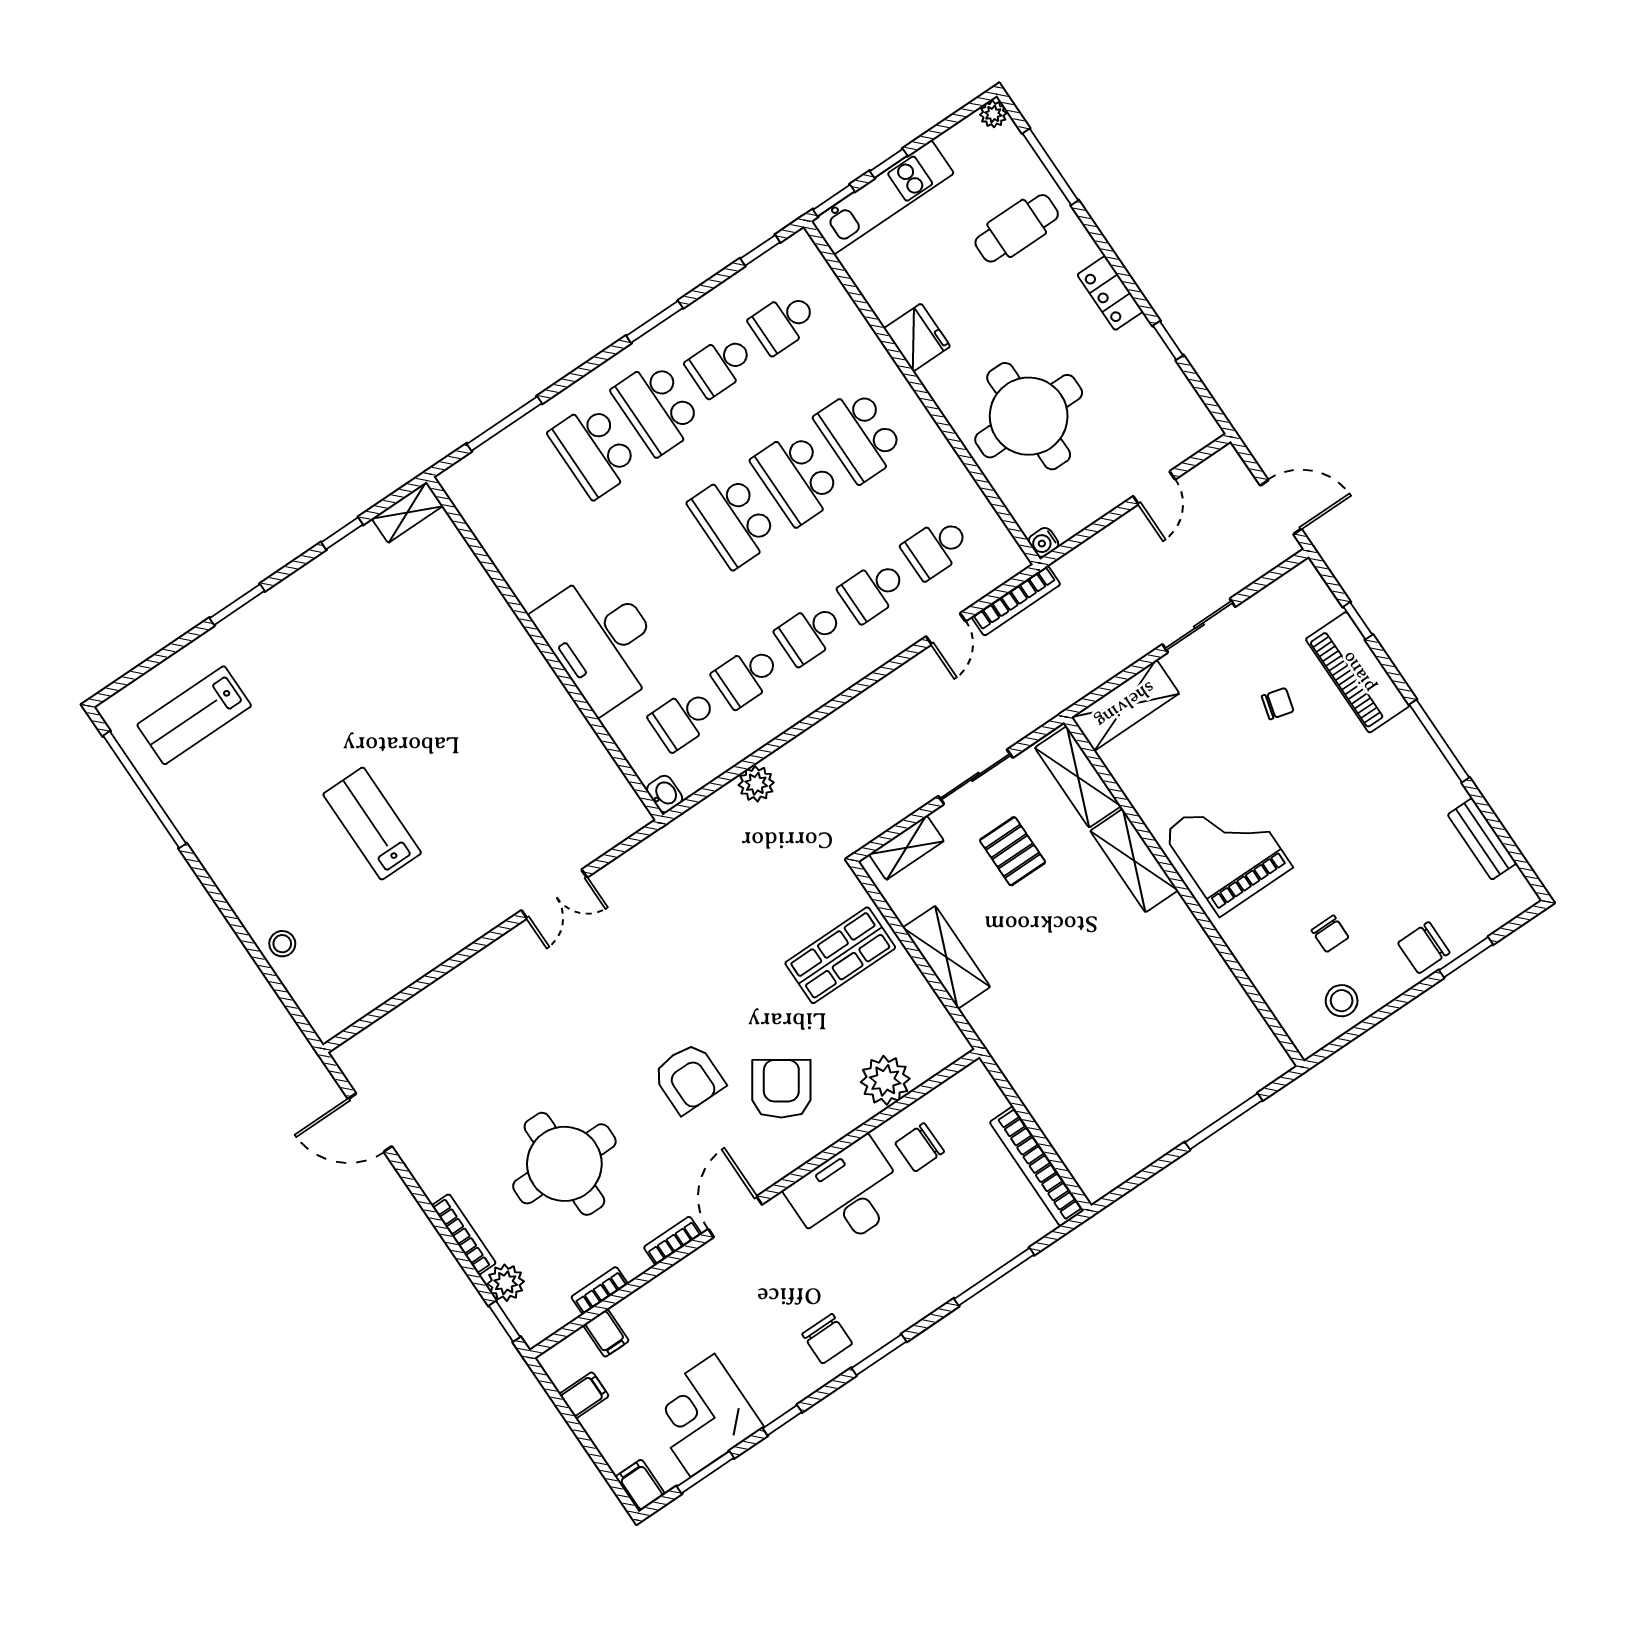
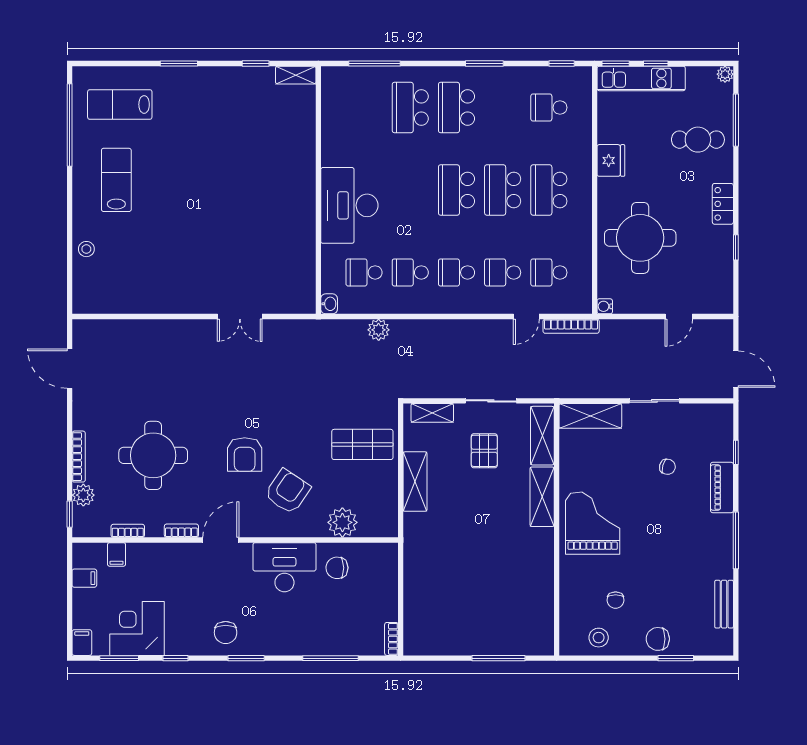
school desk: (720, 365) -> (503, 108), removed
piano: (1358, 672) -> (722, 488), width x0.73, depth x0.75
lab bench: (372, 824) -> (116, 180), moved
bookcase: (1037, 1166) -> (391, 639), width x0.43, depth x0.76

